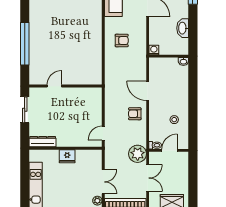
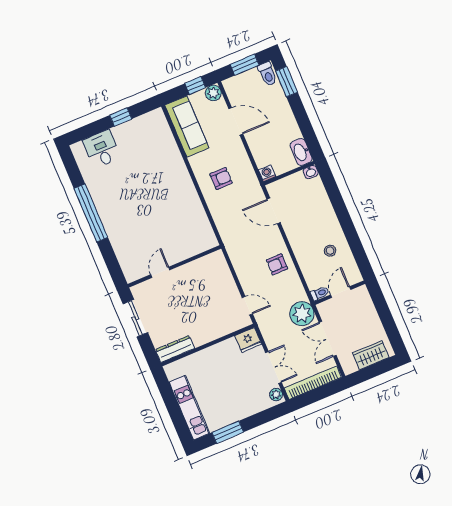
washbasin: (183, 28) -> (301, 152), moved
window: (25, 44) -> (91, 213), moved
door: (148, 91) -> (274, 211), moved
door: (103, 133) -> (247, 306), swing flipped
fridge: (67, 156) -> (248, 340), moved
double door: (148, 178) -> (328, 339), swing flipped

